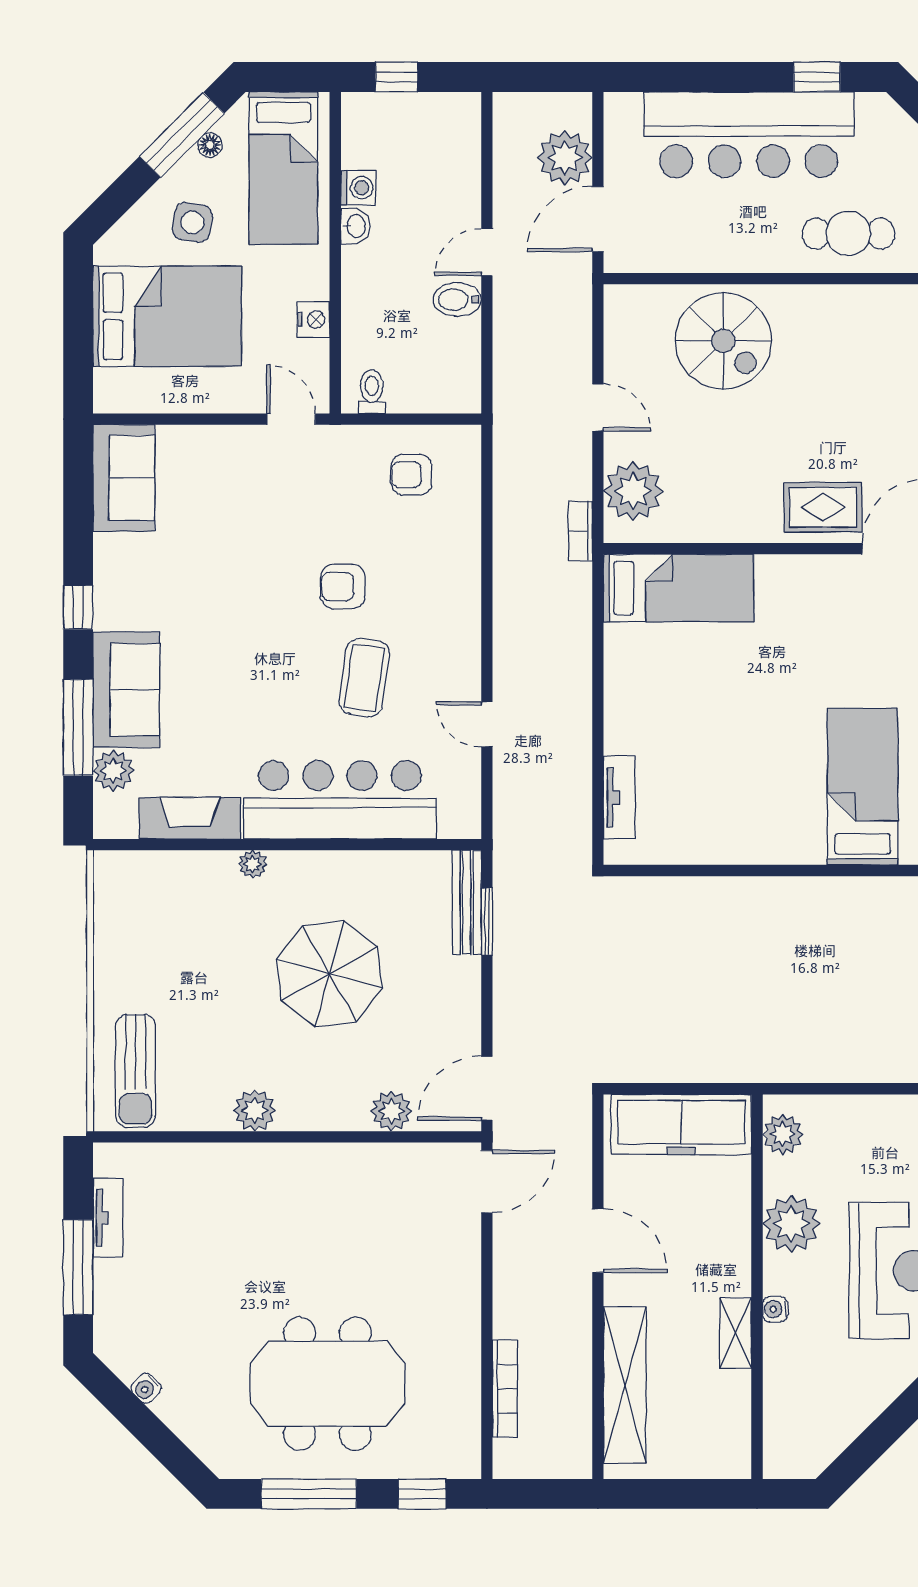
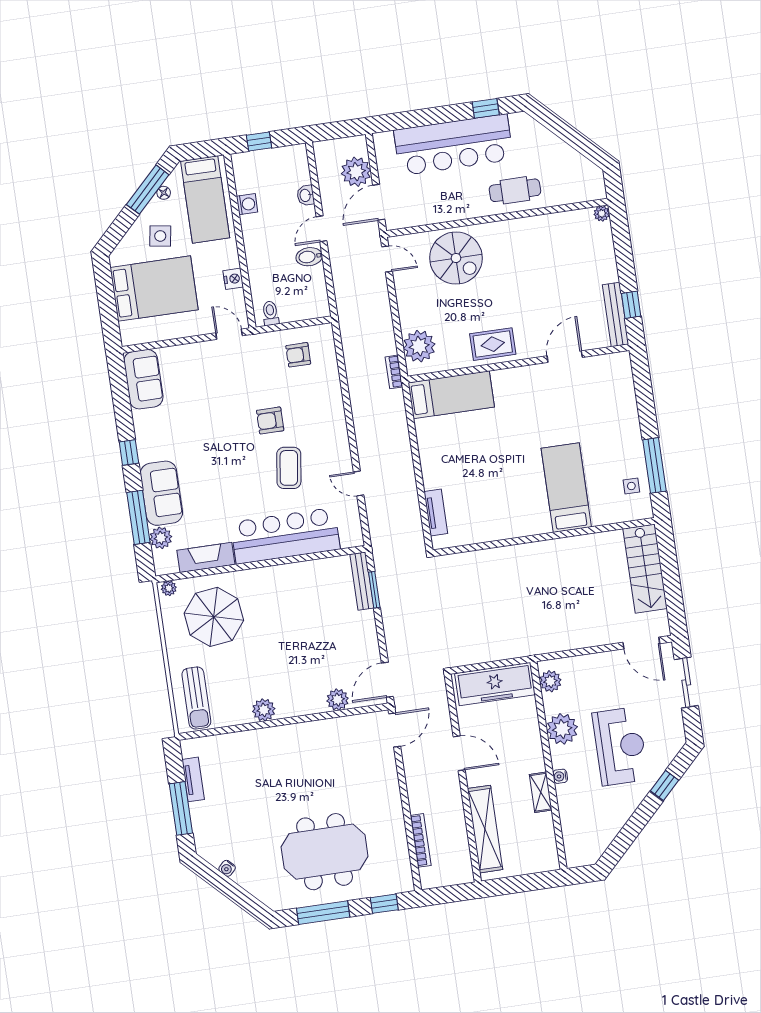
washbasin: (355, 226) -> (306, 195), moved, turned 180
door: (598, 408) -> (387, 259), moved
rug: (823, 507) -> (493, 344), moved
plant: (253, 864) -> (169, 588), moved
parasol: (329, 974) -> (214, 617), moved

